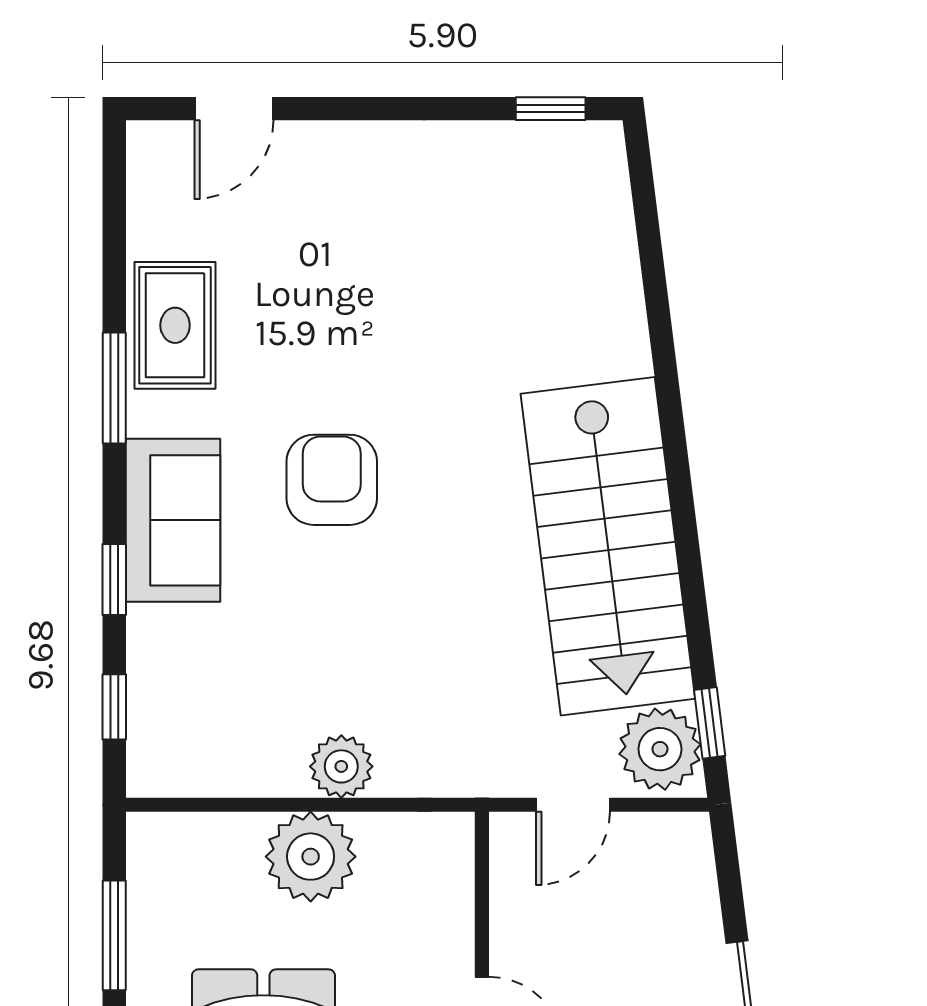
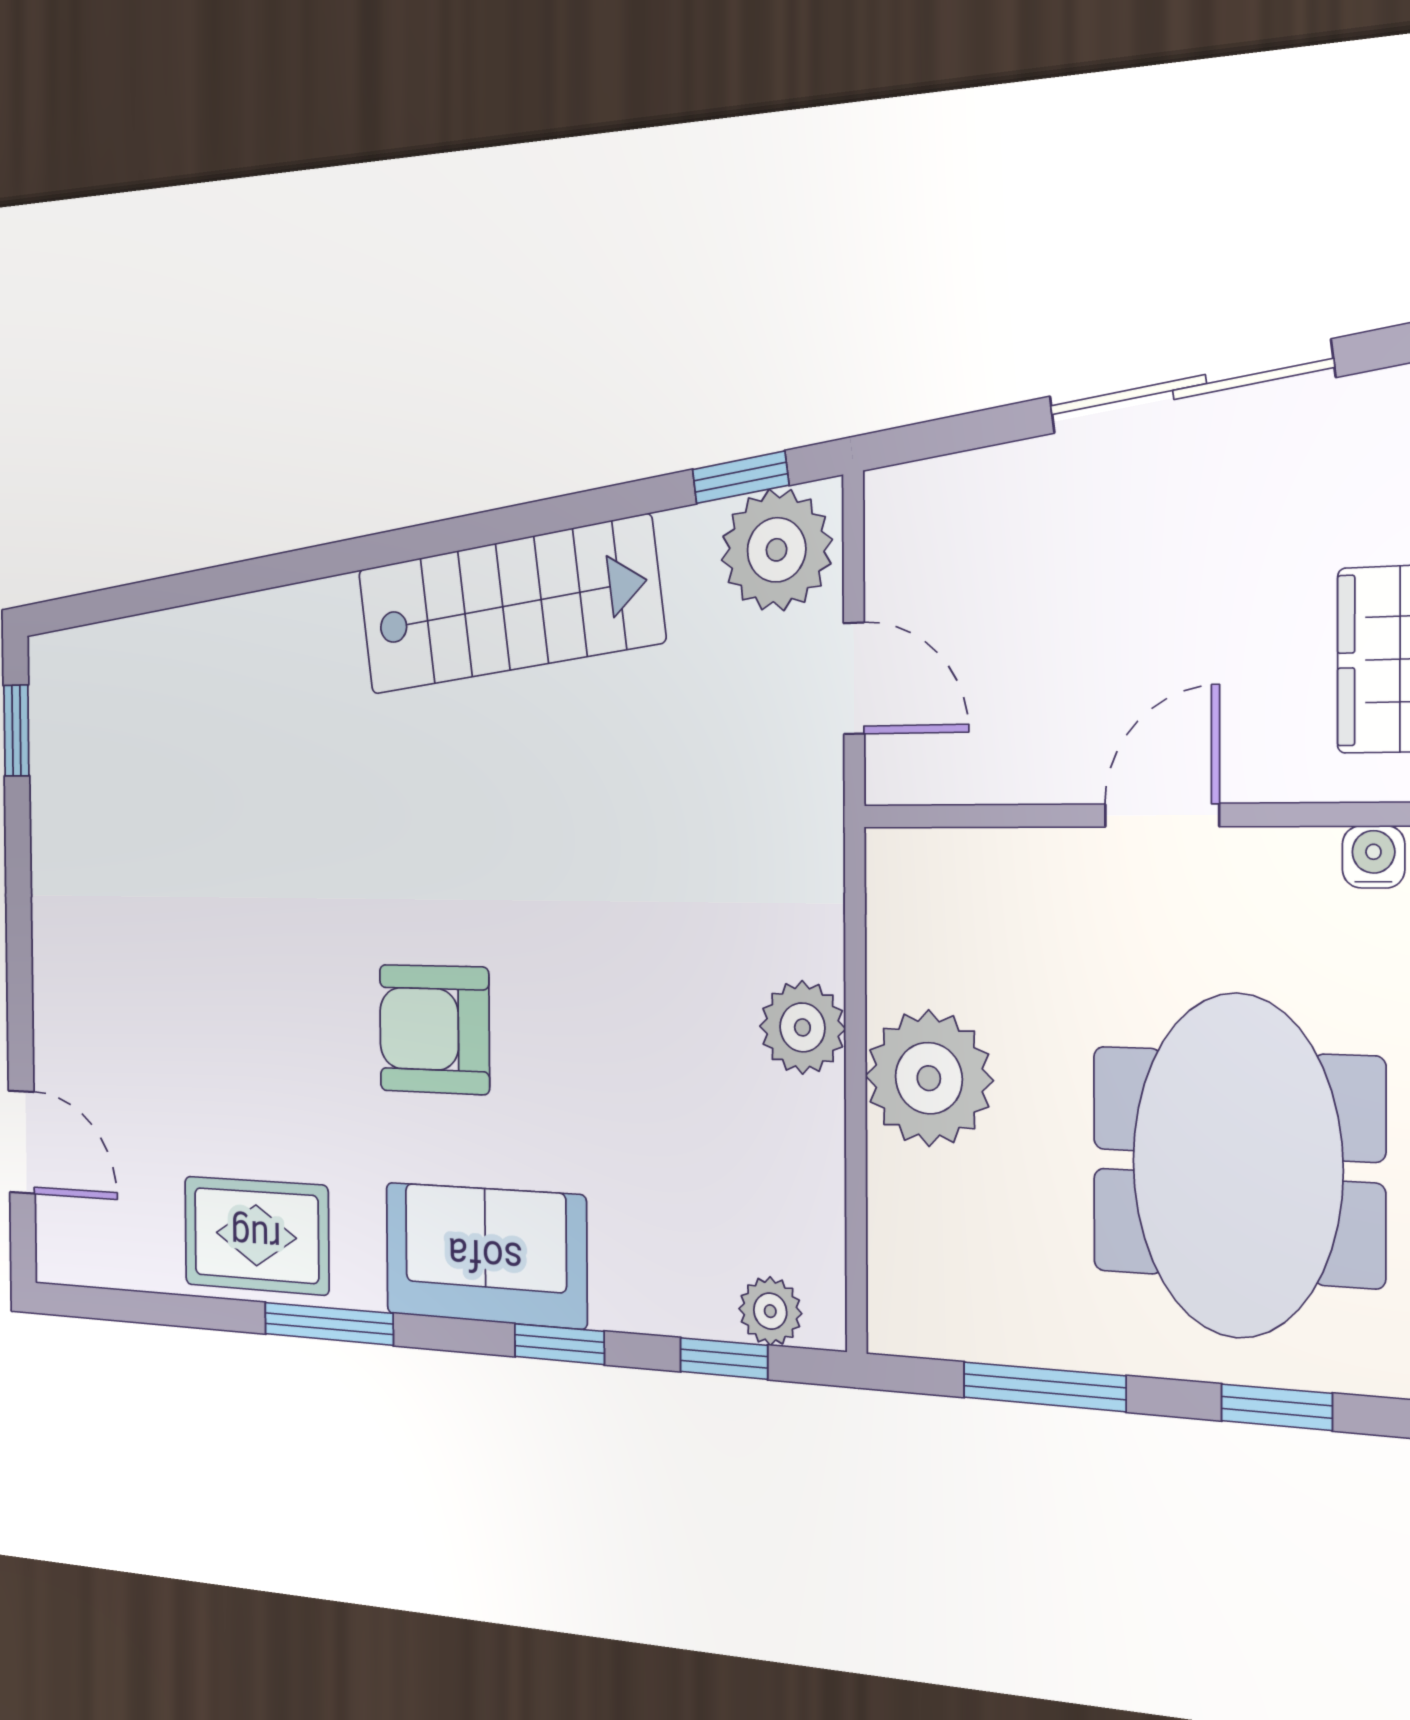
stairs: (608, 546) -> (509, 606), width x0.73, depth x0.66
plant: (149, 742) -> (770, 1311), added

